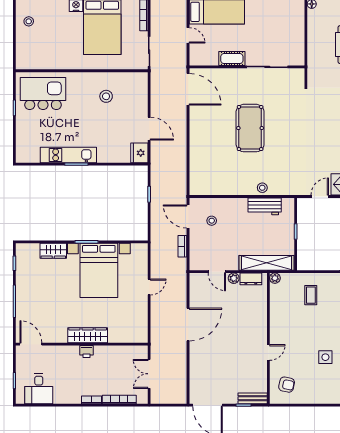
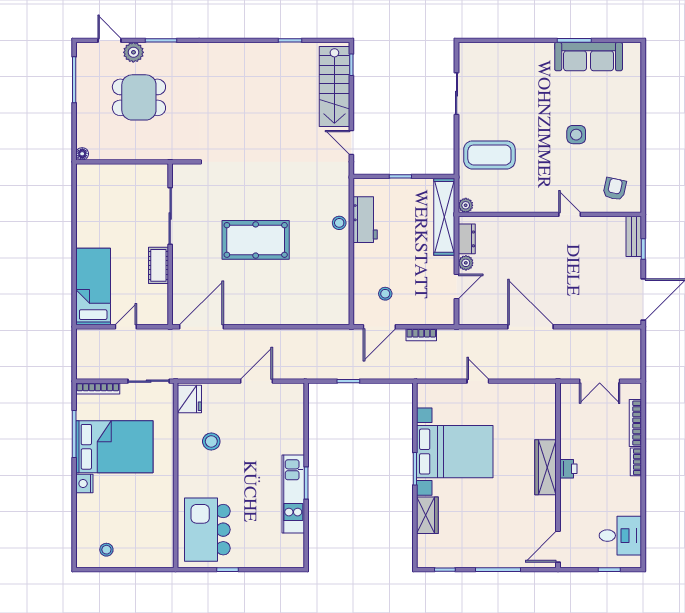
fridge: (139, 153) -> (189, 399), moved, turned -90
coffee table: (311, 295) -> (489, 155), width x1.86, depth x1.72

